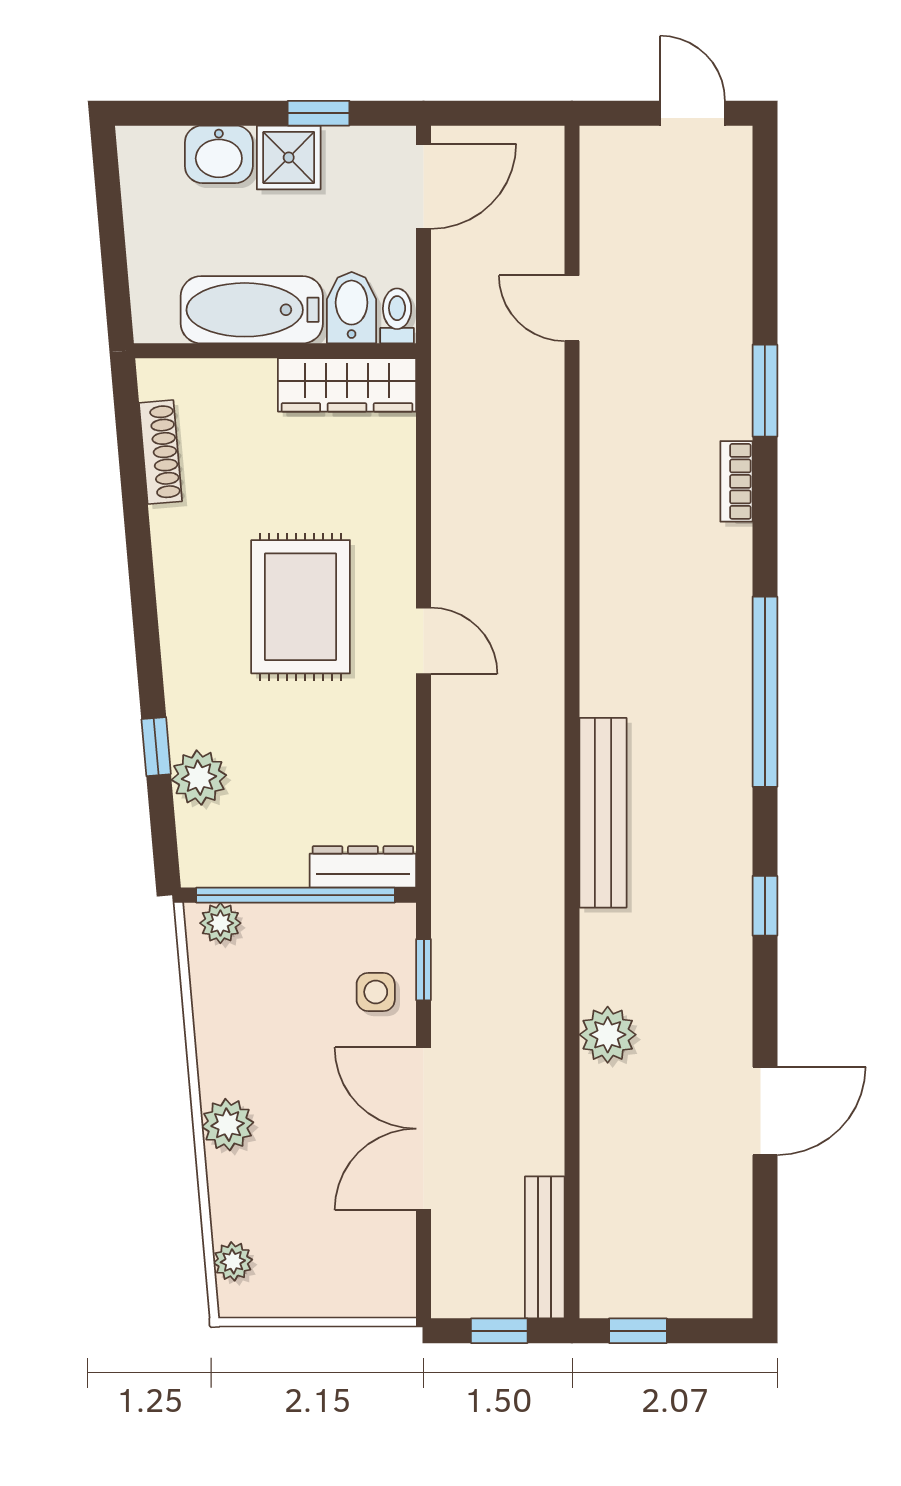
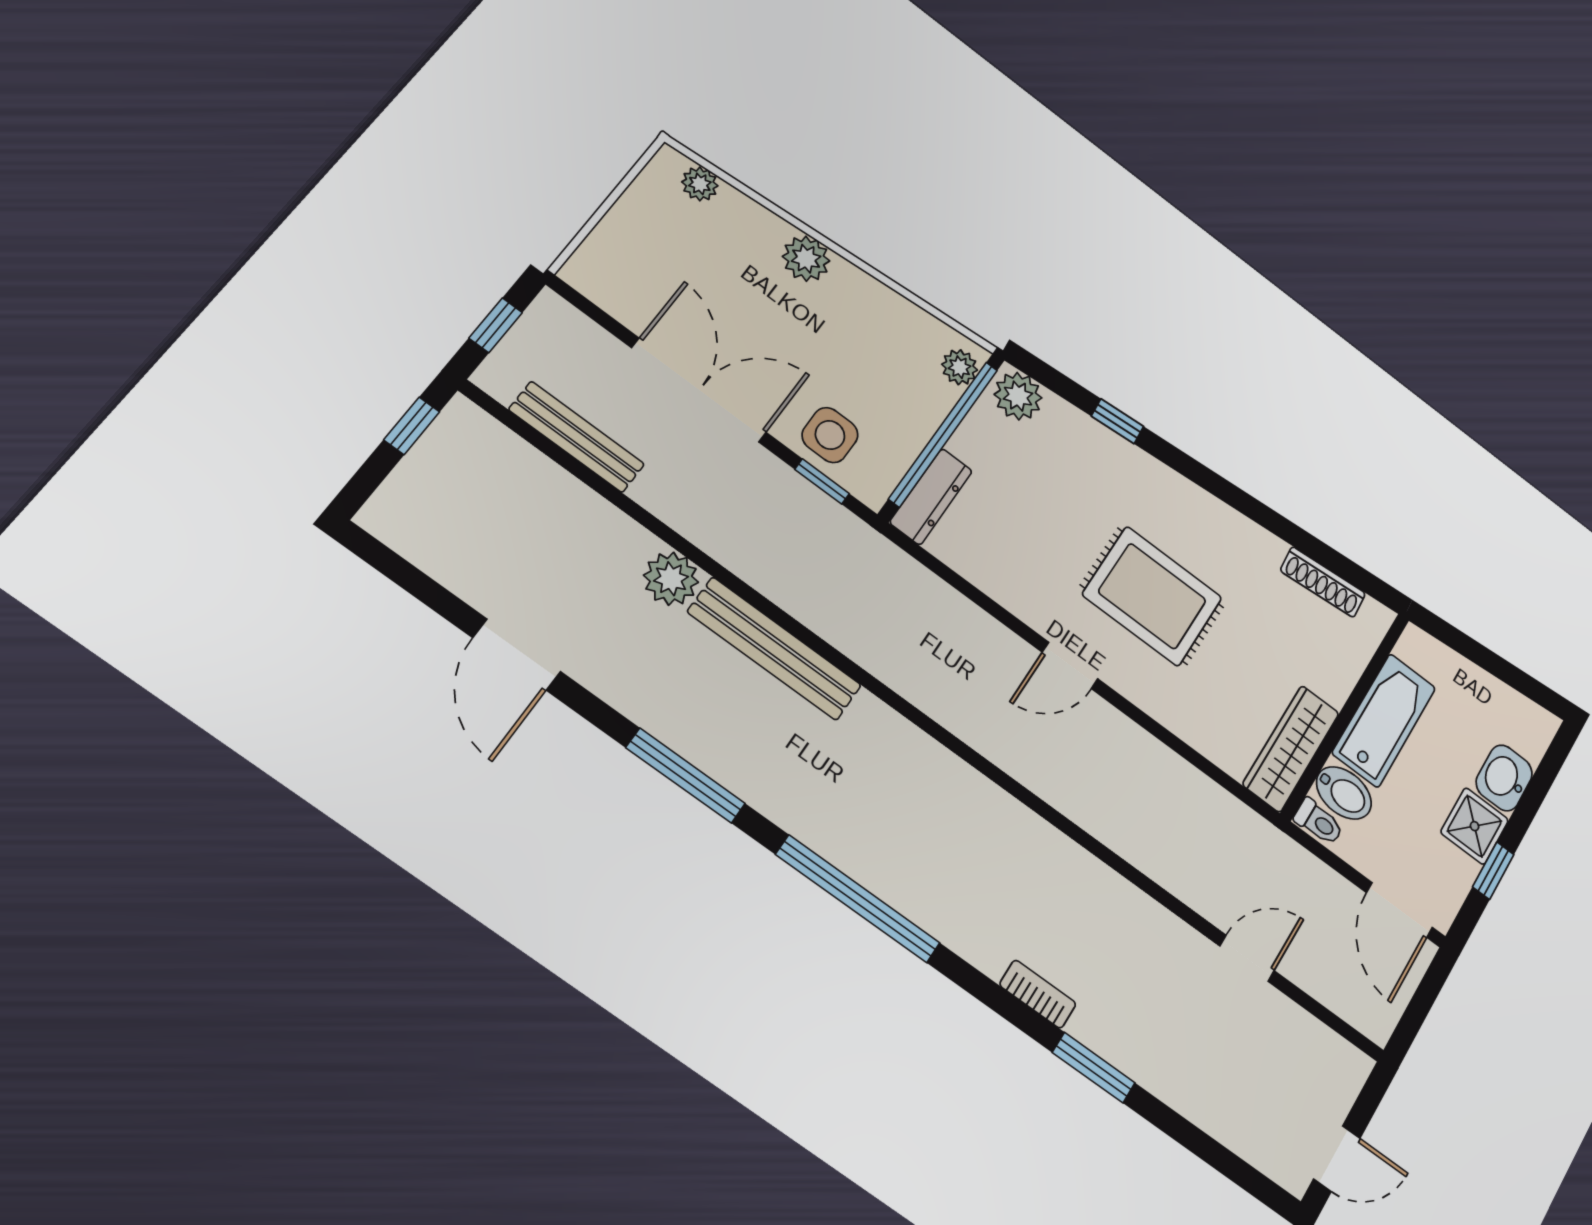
plant: (199, 778) -> (1018, 396), moved
bench: (603, 813) -> (775, 649), moved
window: (765, 906) -> (686, 776), width x2.17
side table: (376, 992) -> (830, 435), width x1.37, depth x1.37
bench: (545, 1247) -> (577, 437), moved

